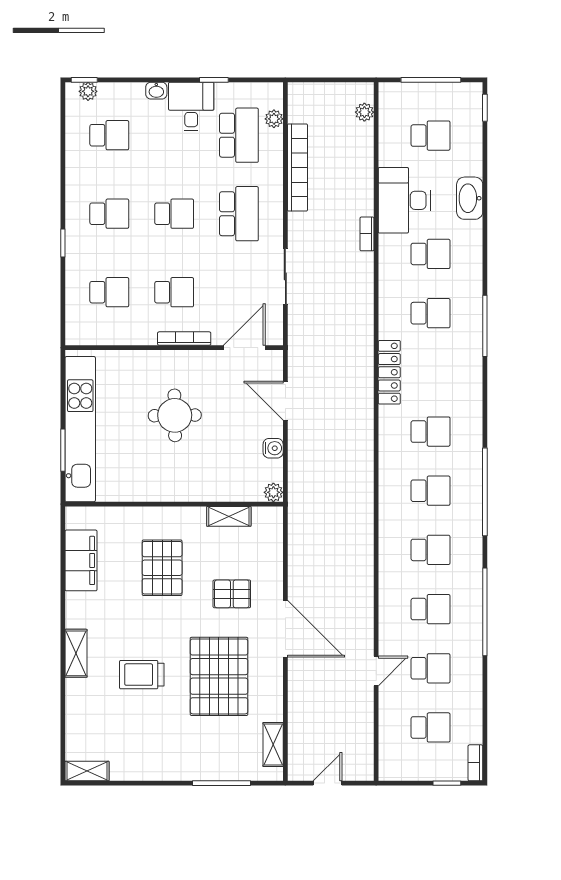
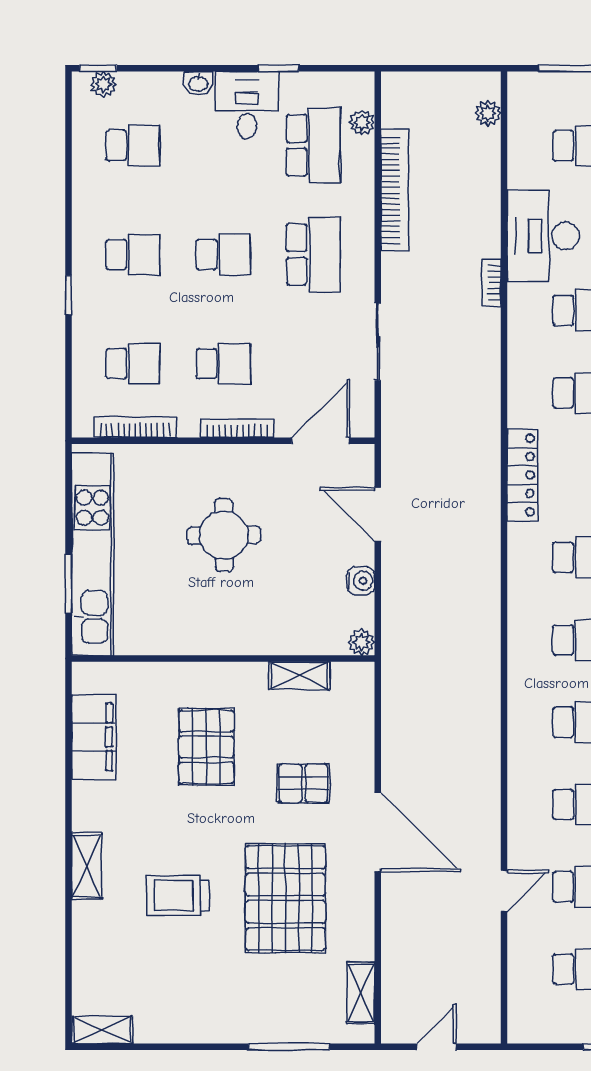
bookcase: (111, 338) -> (135, 427), added

